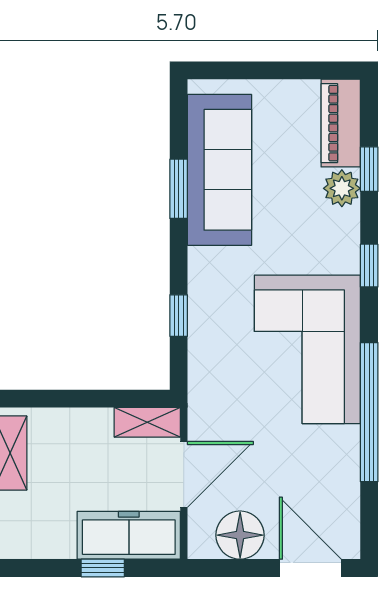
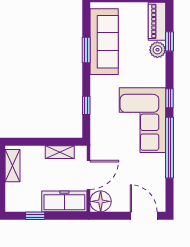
window: (369, 266) -> (169, 98), moved
shelving: (147, 422) -> (60, 152), moved
floor lamp: (240, 535) -> (101, 201), moved
window: (103, 568) -> (35, 216), moved

